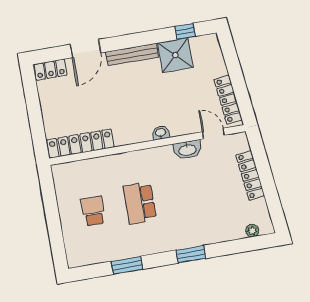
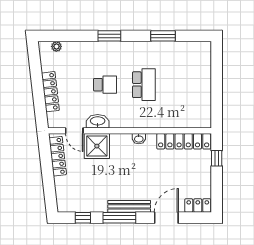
window: (142, 39) -> (119, 218), added
shower: (175, 55) -> (97, 146), moved
window: (38, 130) -> (217, 158), added
washbasin: (161, 133) -> (139, 139), moved
school desk: (93, 211) -> (105, 85), moved, turned -90

